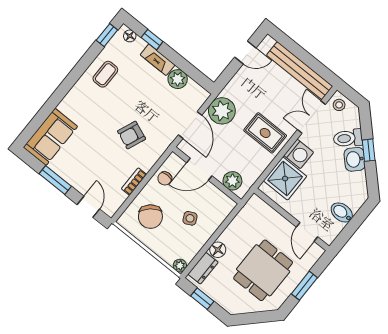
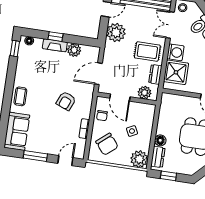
window: (152, 40) -> (55, 37), moved
coffee table: (105, 74) -> (20, 96), moved
plant: (222, 111) -> (116, 32), moved
door: (190, 125) -> (98, 74), swing flipped
dresser: (259, 166) -> (155, 74), added
door: (199, 169) -> (120, 98), hinge flipped
door: (88, 207) -> (65, 161), hinge flipped
plant: (180, 266) -> (139, 159), width x1.88, depth x1.88

